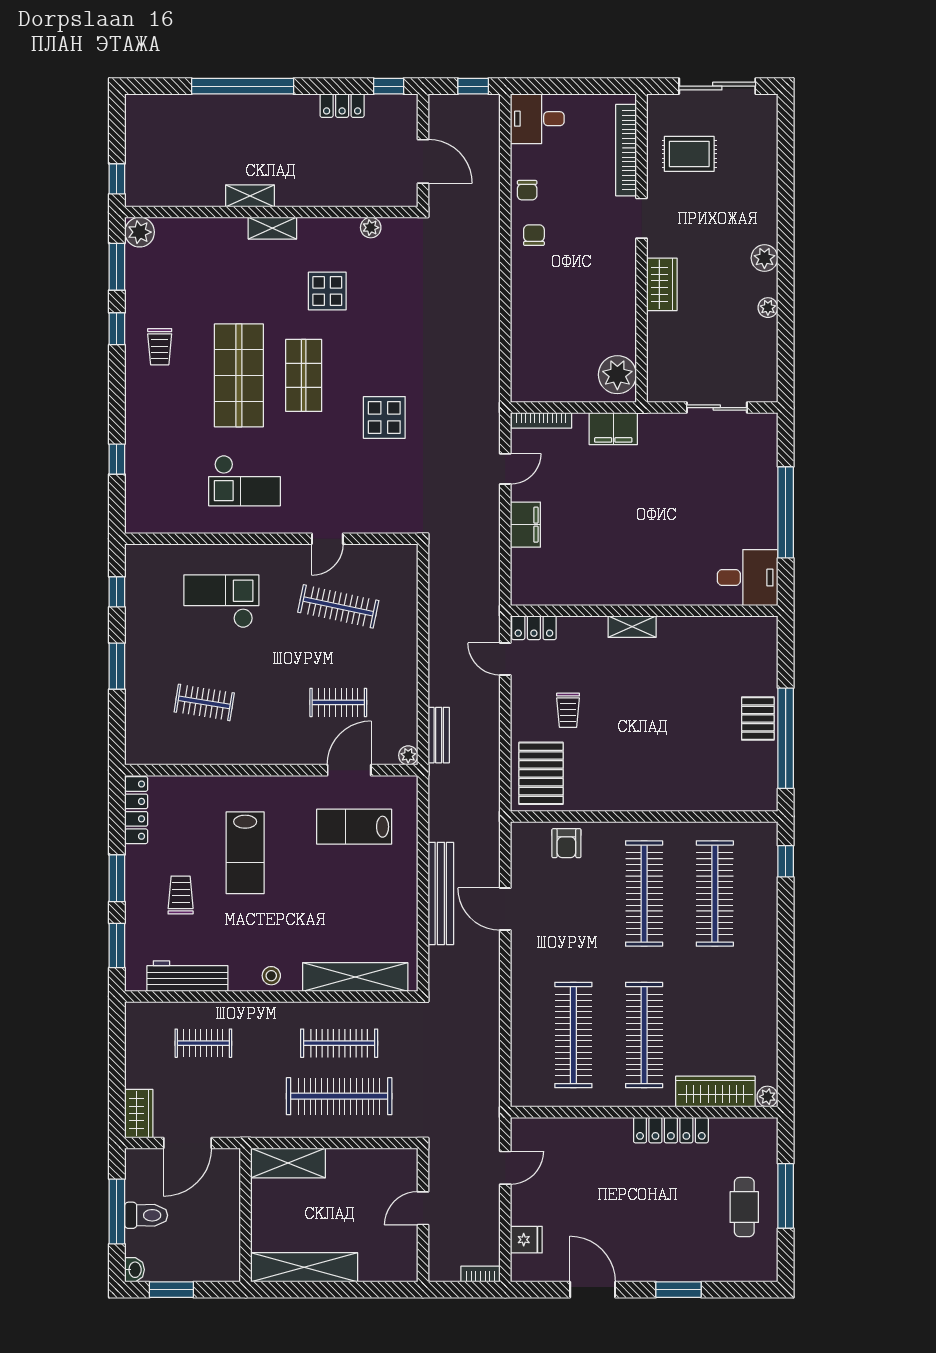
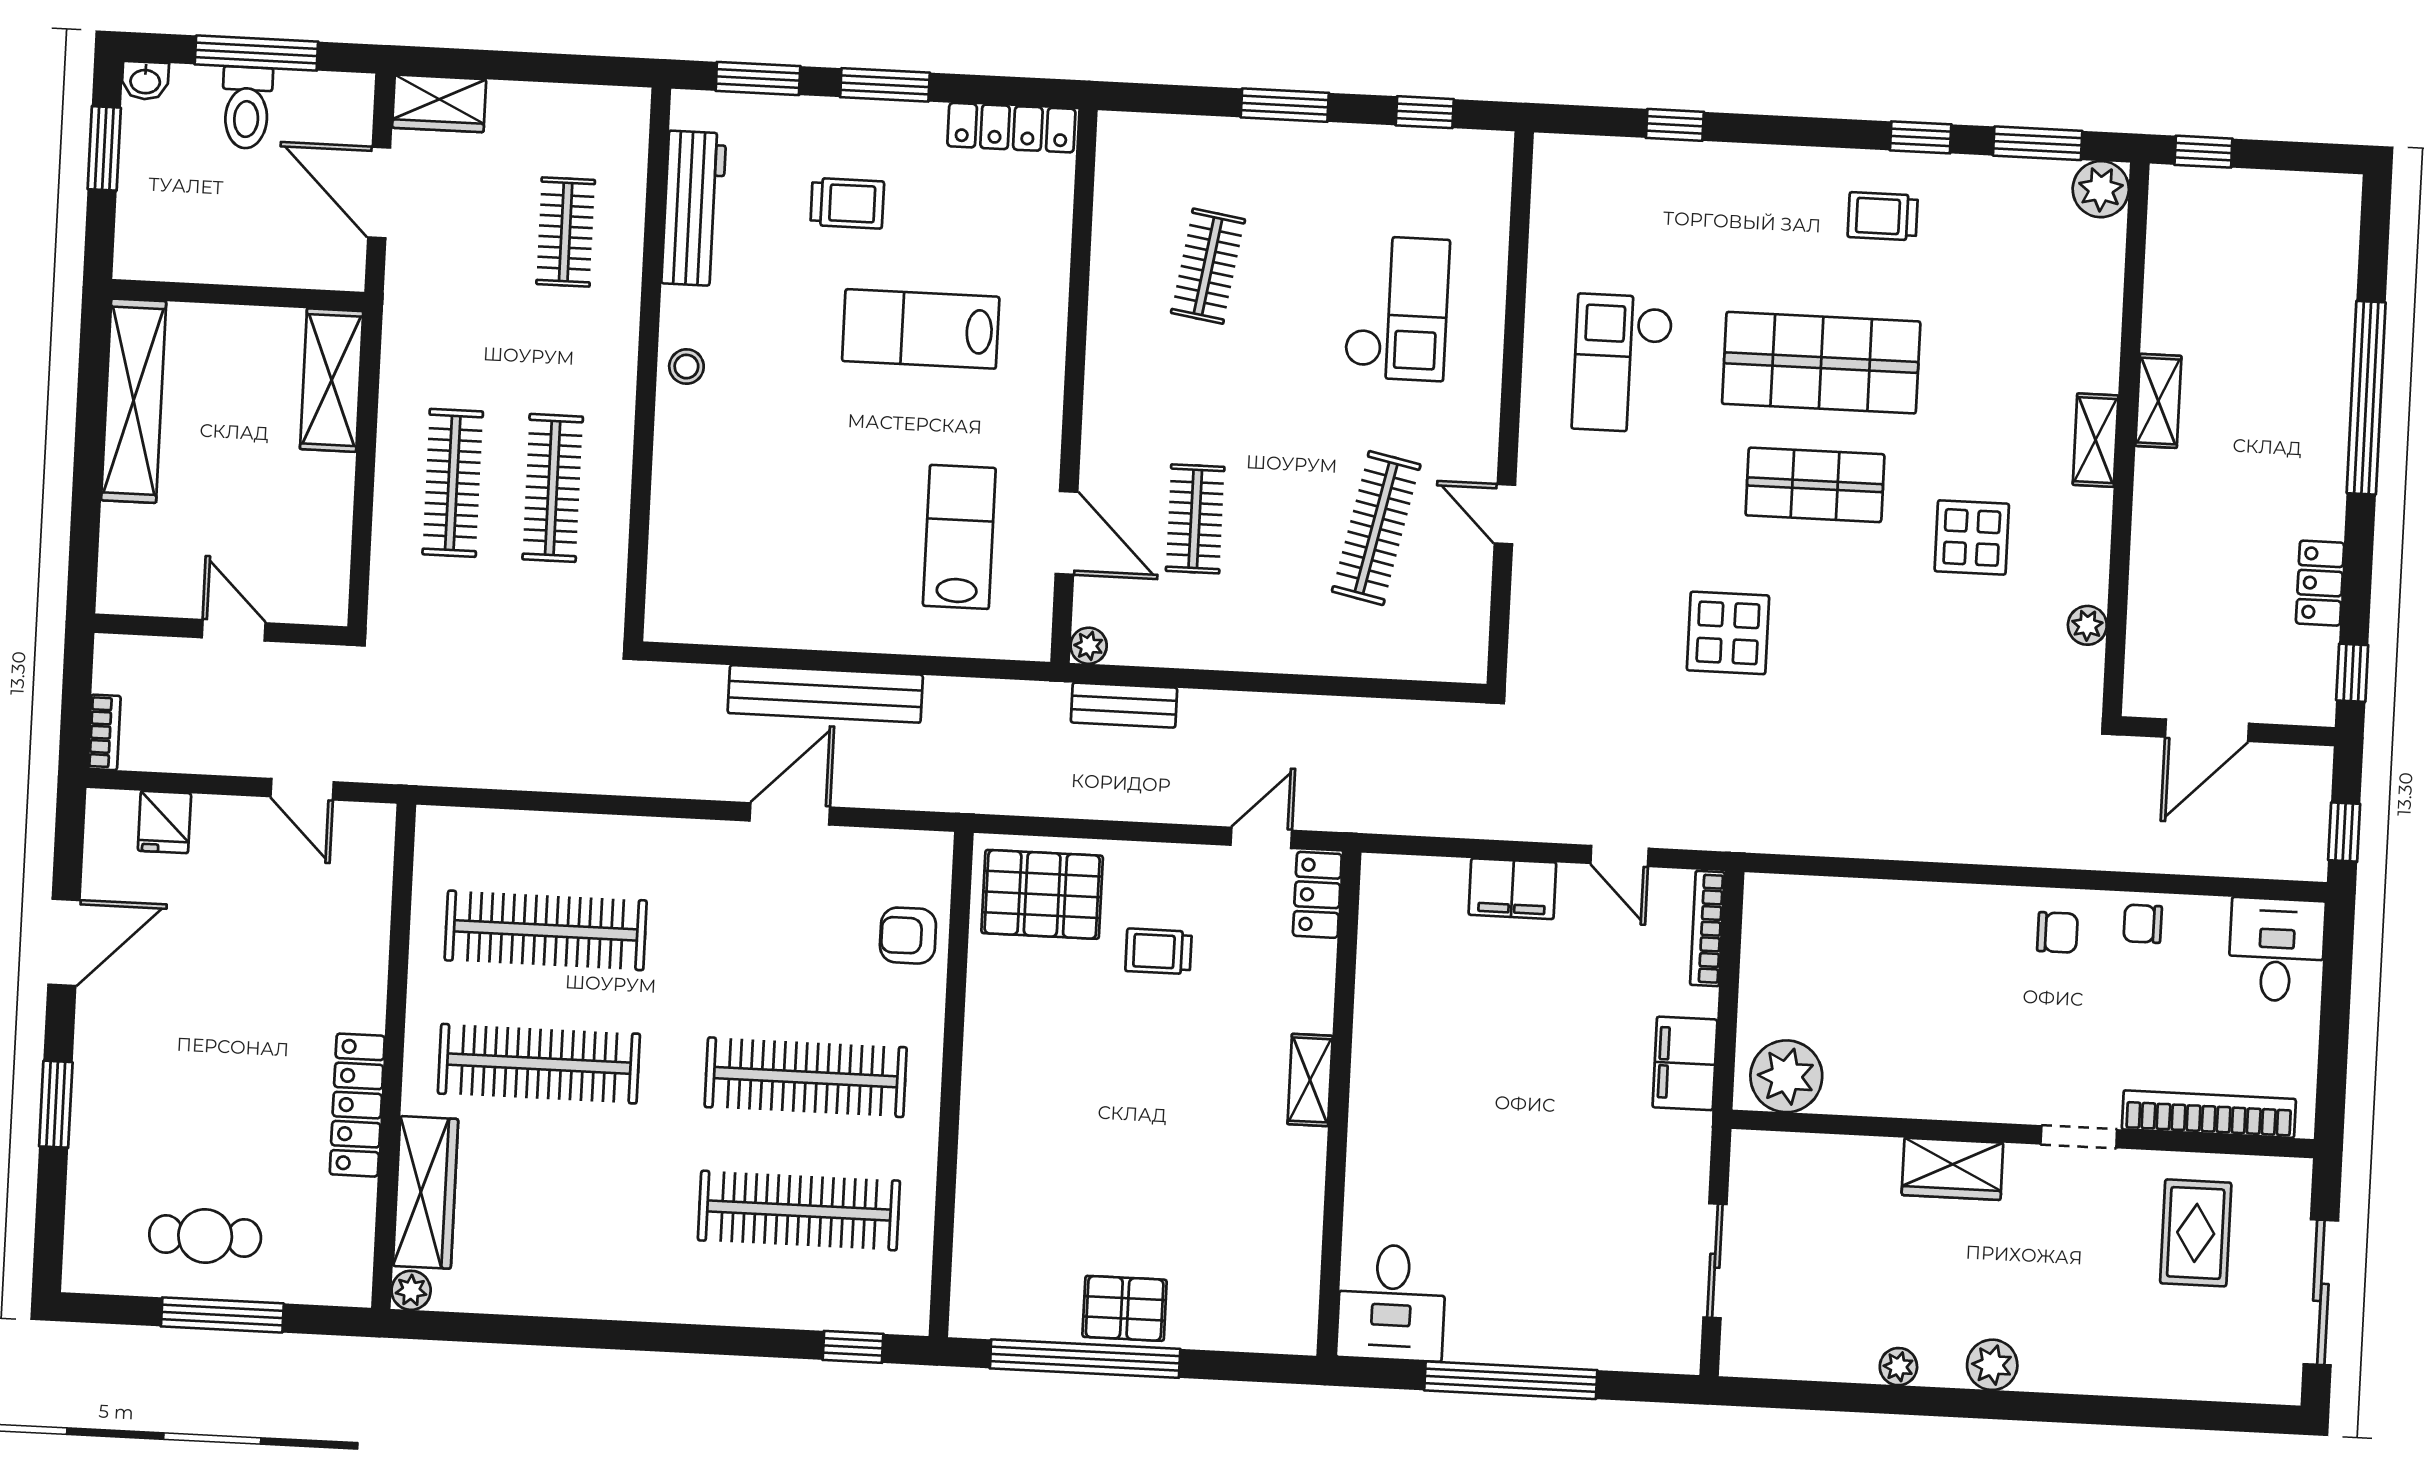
shelving: (355, 977) -> (676, 525), removed
clothes rail: (339, 1096) -> (453, 483), width x0.73, depth x0.76

